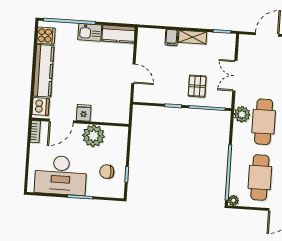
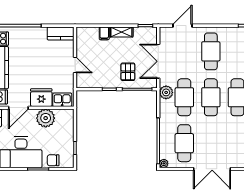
kitchen sink: (90, 32) -> (62, 100), moved, turned 180
double door: (235, 76) -> (158, 61), width x1.37
fridge: (84, 113) -> (41, 98), width x1.88, depth x1.34
chair: (107, 172) -> (53, 160), moved

